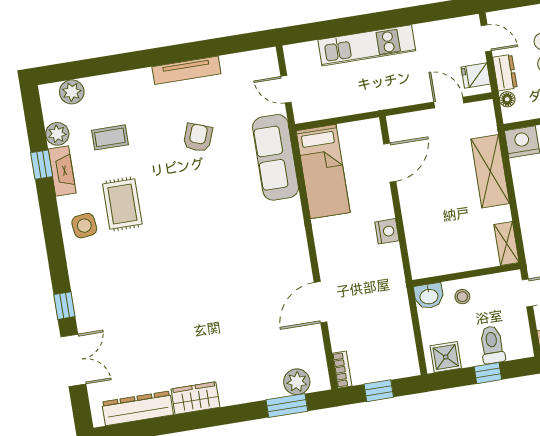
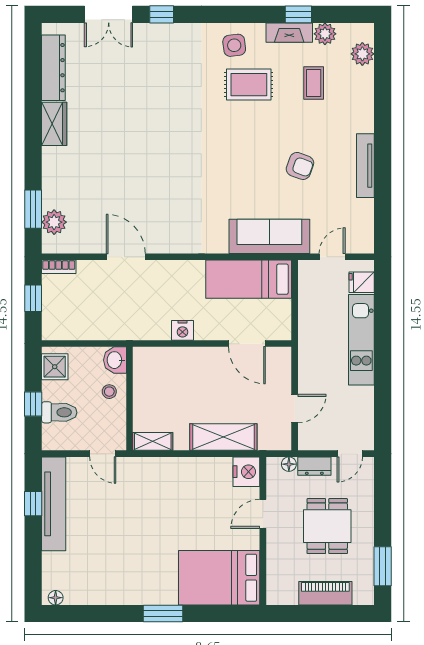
fridge: (476, 76) -> (362, 282), moved, turned -90

